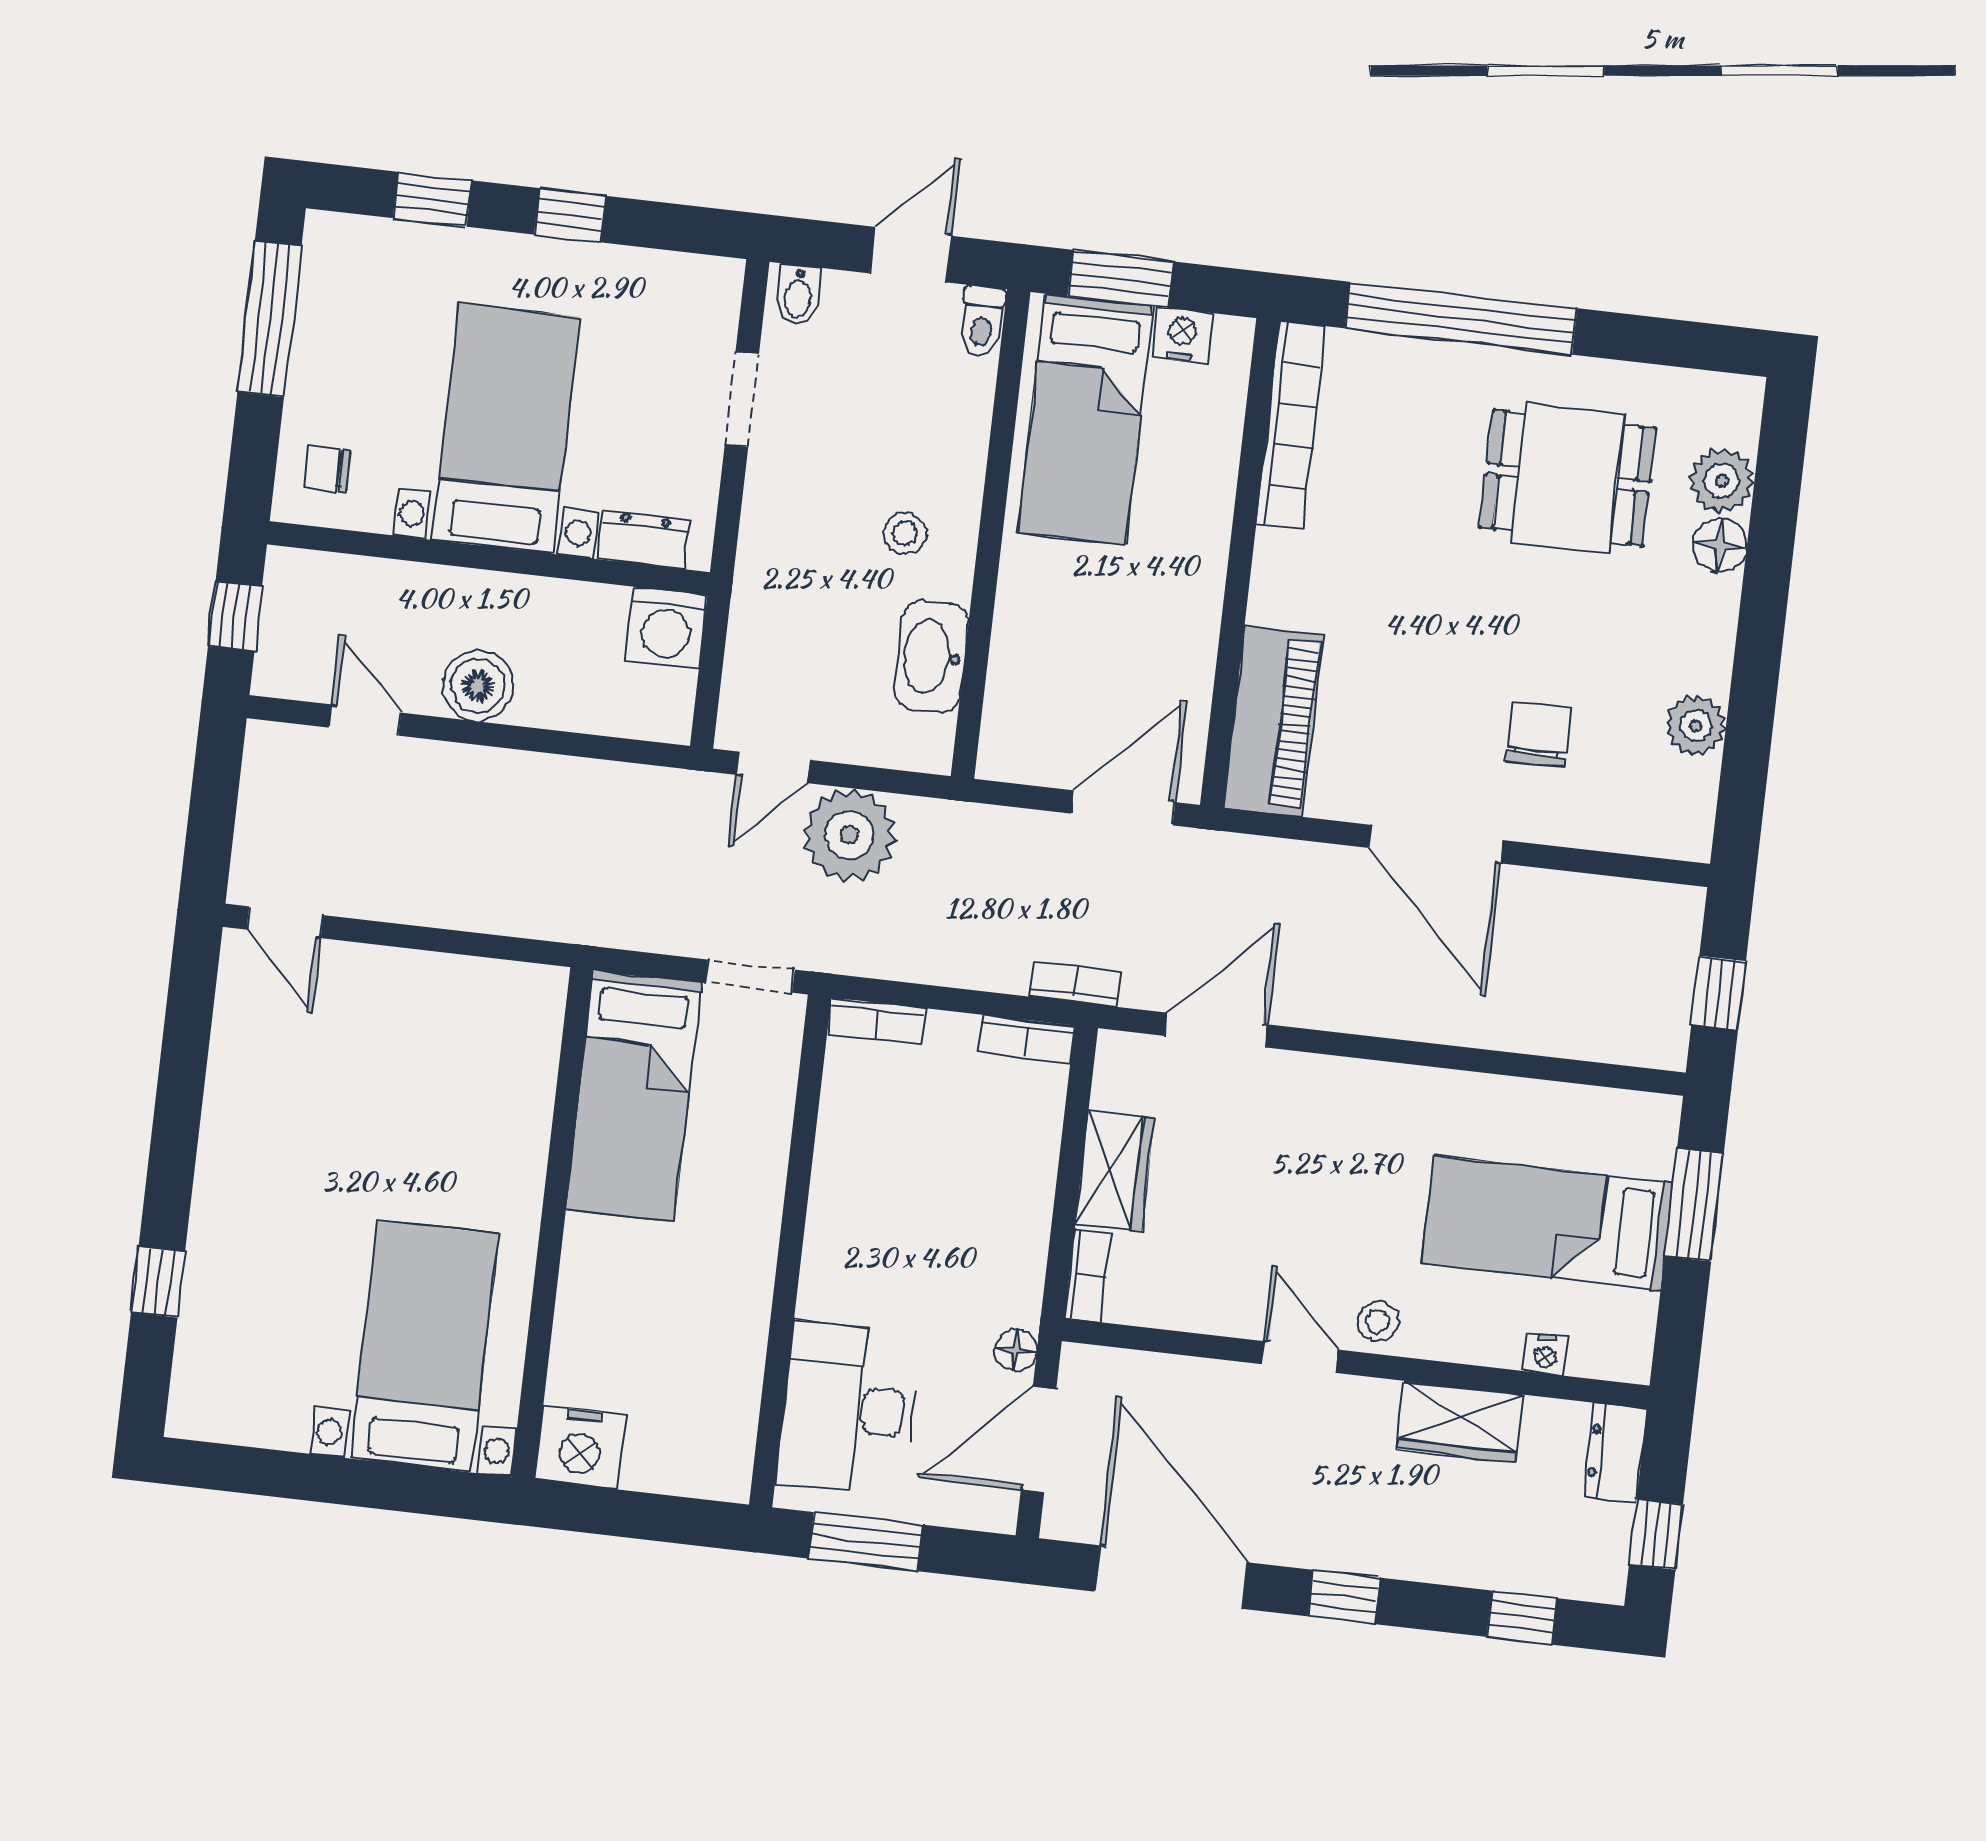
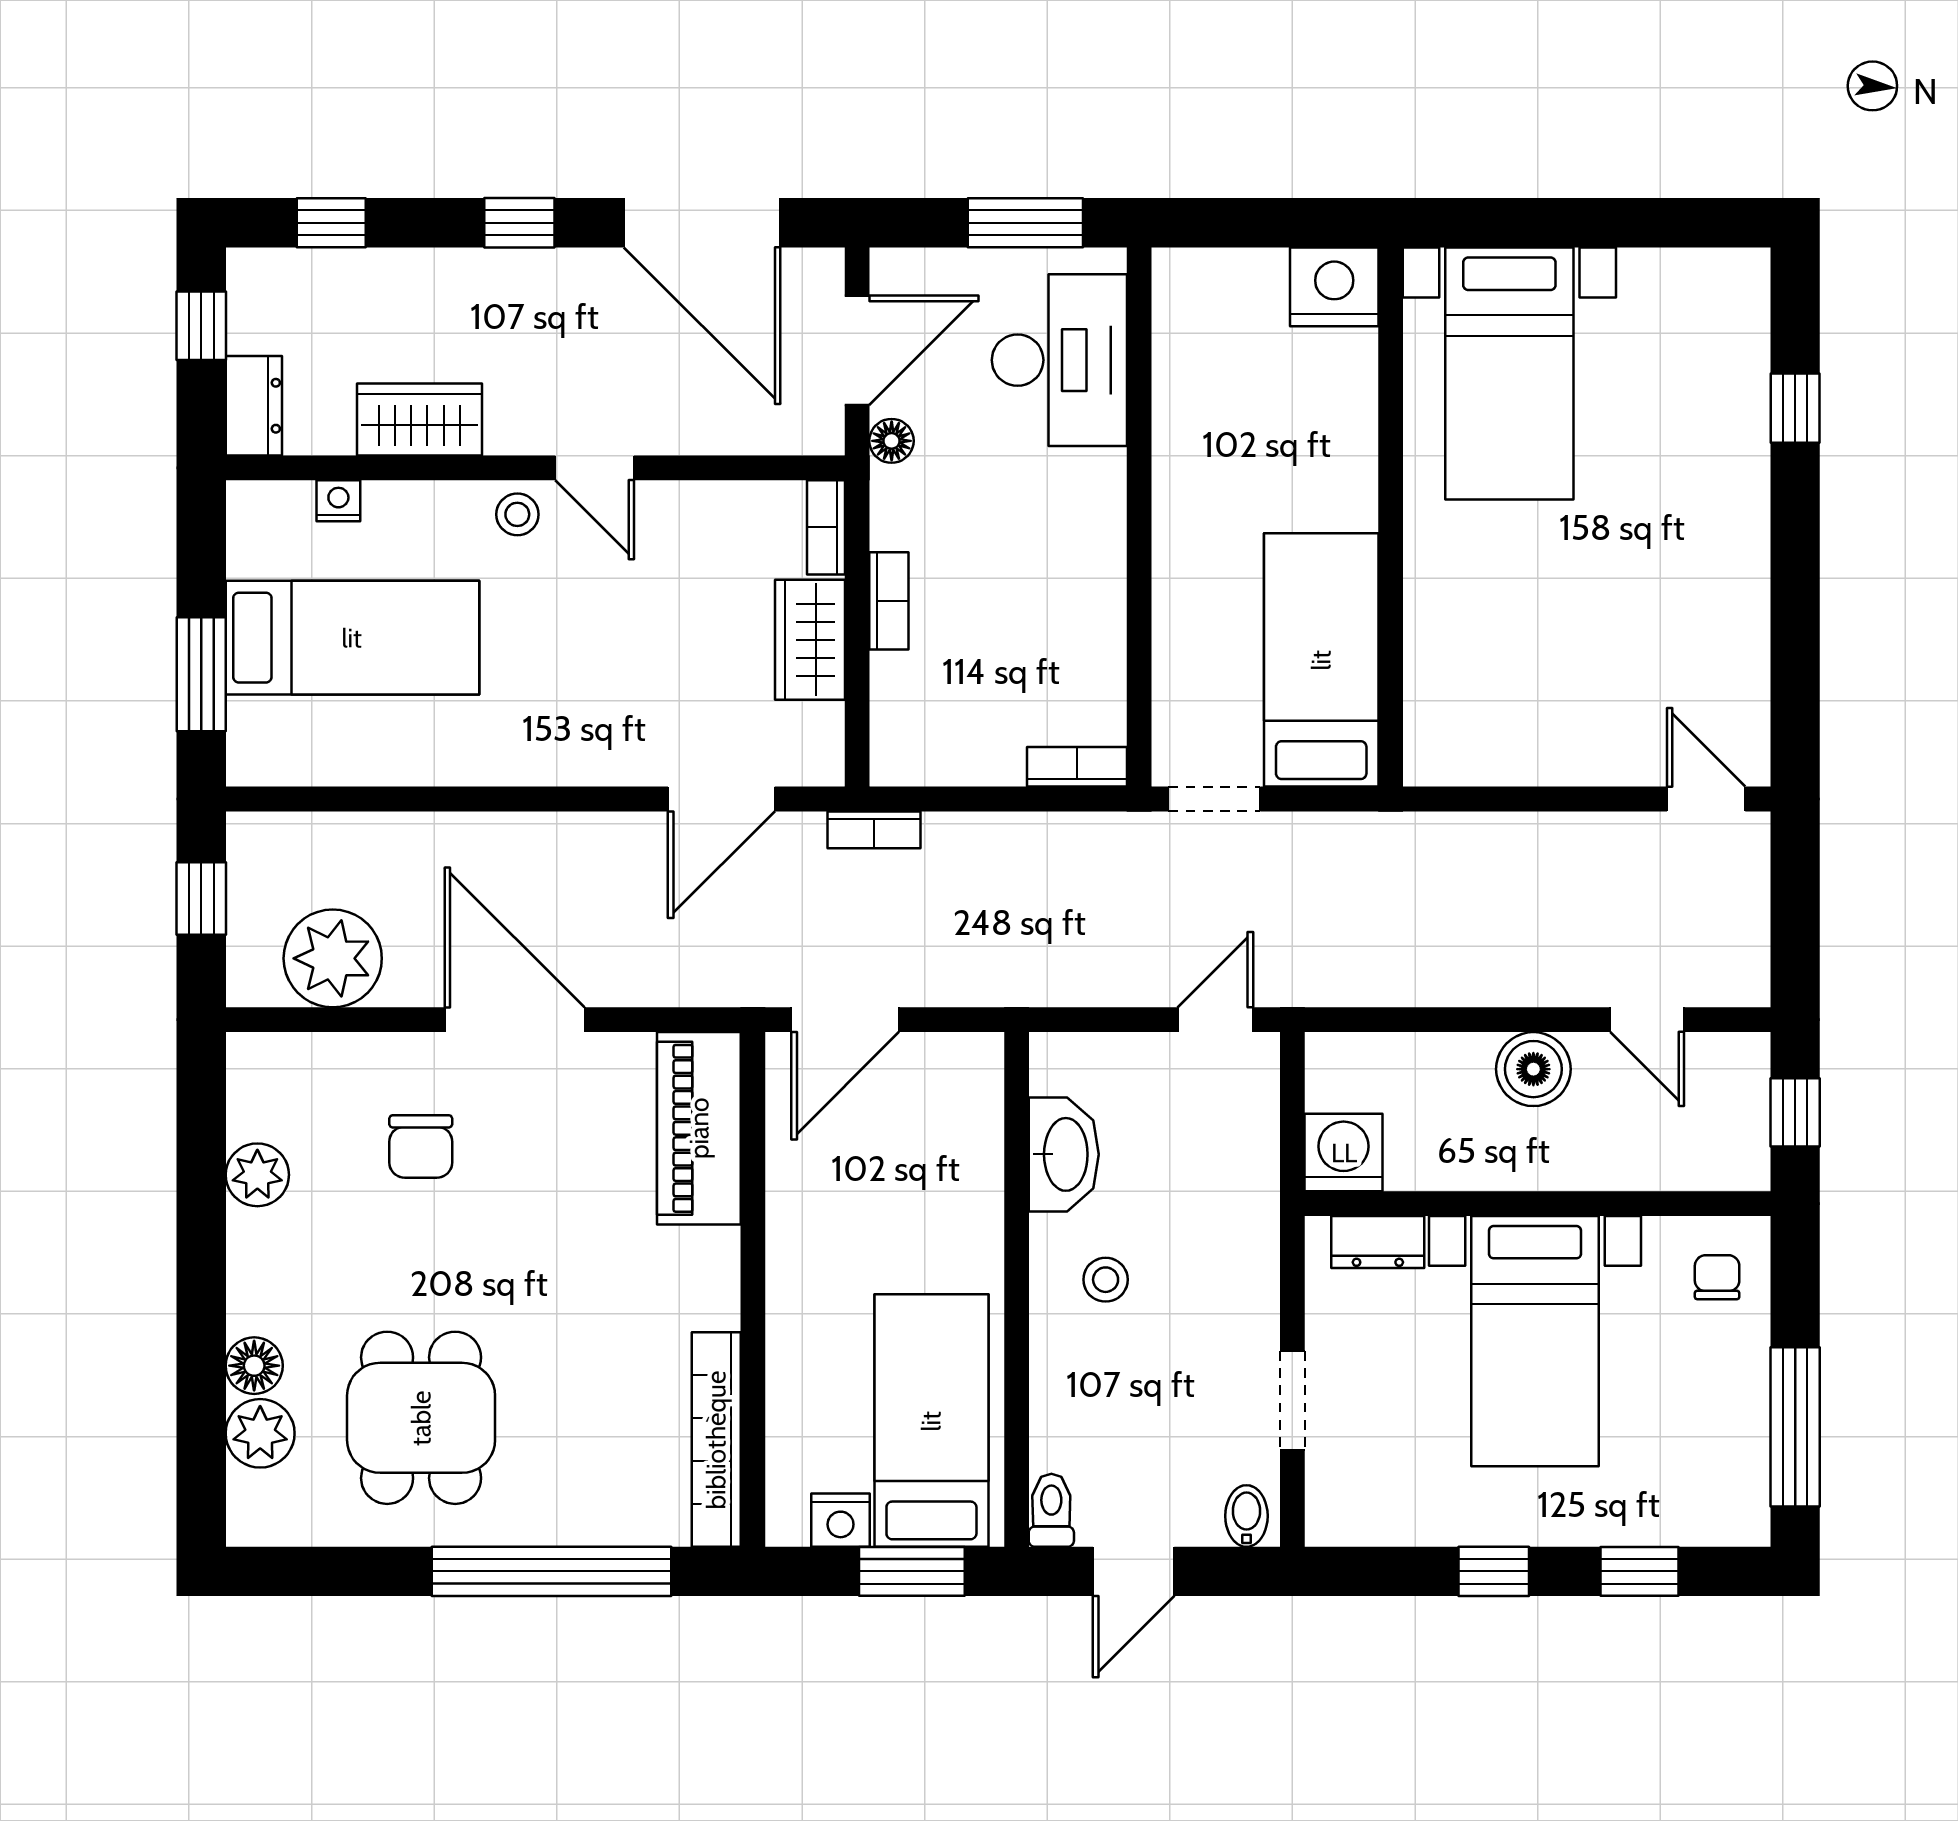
chair: (327, 469) -> (1717, 1277), turned -90
dining table: (1568, 478) -> (421, 1418), turned 90
plant: (849, 835) -> (333, 958), moved
bookcase: (1027, 1039) -> (889, 601), moved, turned 90

